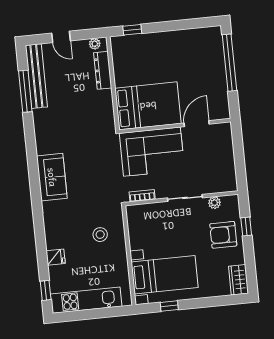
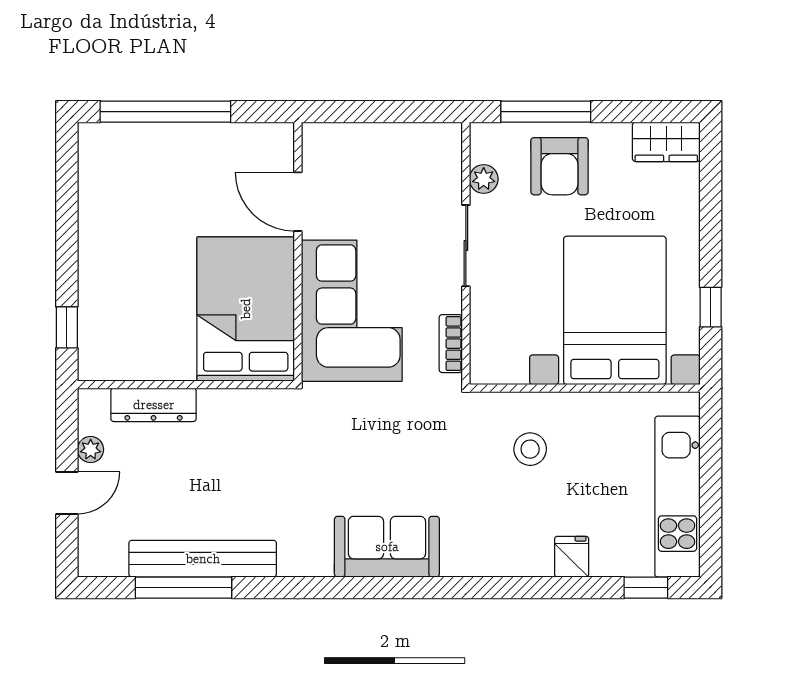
plant: (95, 44) -> (91, 450), moved
bench: (36, 76) -> (203, 559), moved
window: (246, 227) -> (546, 112), width x2.17
bed with nightstands: (165, 275) -> (615, 310), width x1.36

